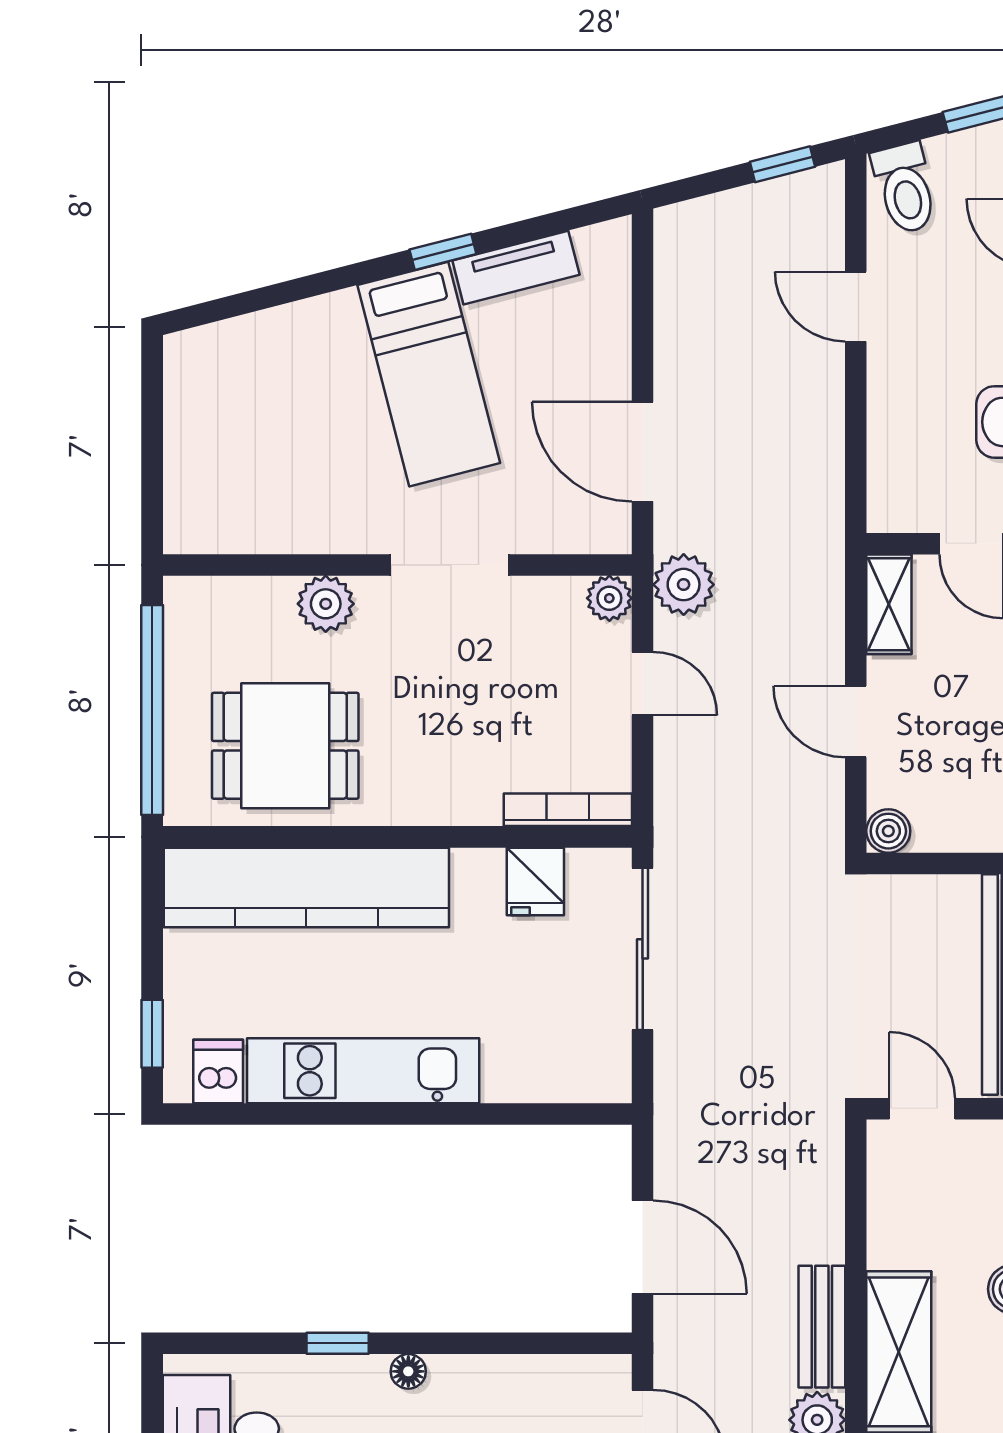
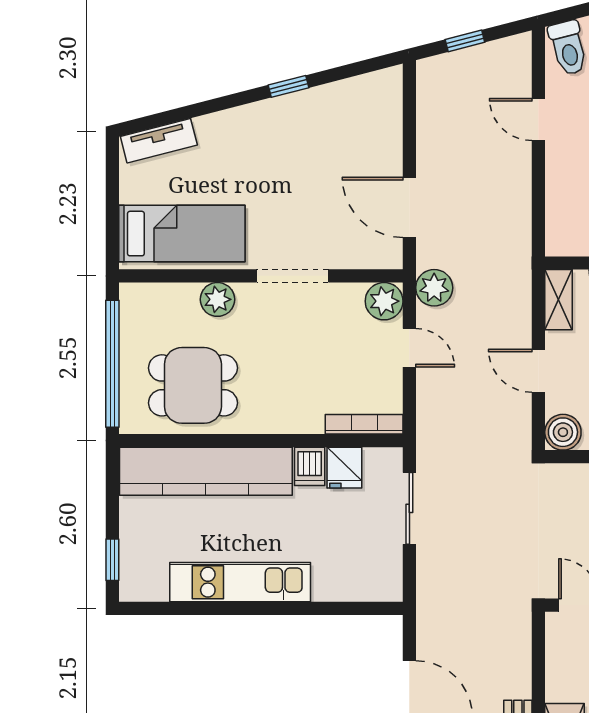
window: (783, 164) -> (465, 41), moved
tv unit: (516, 268) -> (159, 141), moved
bed: (429, 374) -> (182, 234), moved, turned -76
plant: (609, 598) -> (384, 301), width x1.38, depth x1.38
boiler: (888, 831) -> (563, 432), width x1.36, depth x1.36
sliding door: (643, 949) -> (409, 508), width x0.73
dishwasher: (218, 1071) -> (310, 466), moved, turned 180

